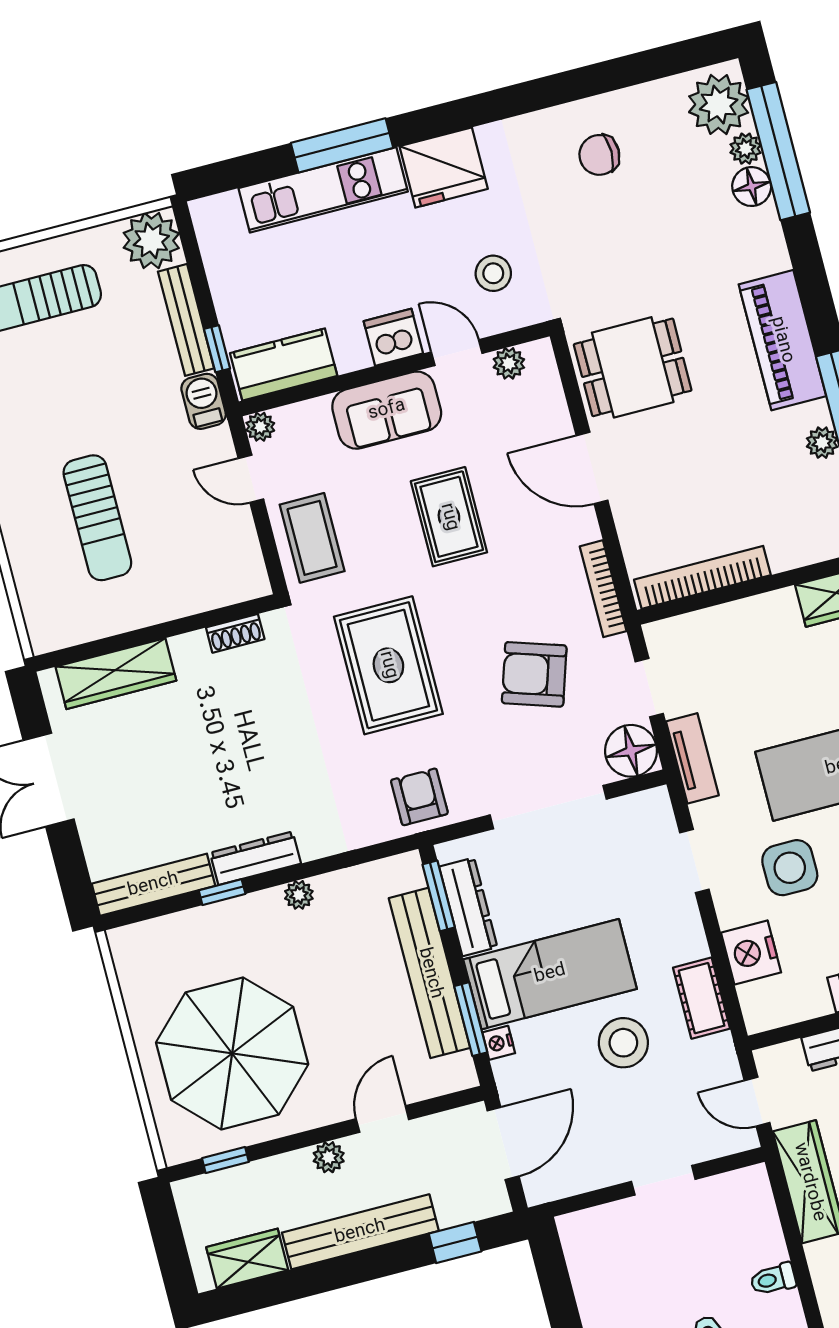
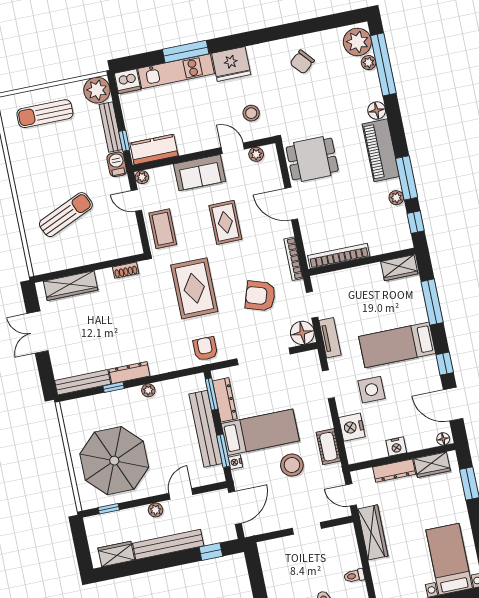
chair: (599, 155) -> (302, 62), turned -41
floor lamp: (752, 187) -> (377, 110), moved
dishwasher: (393, 337) -> (127, 81), moved, turned 180
sun lounger: (97, 518) -> (66, 215), turned -114

